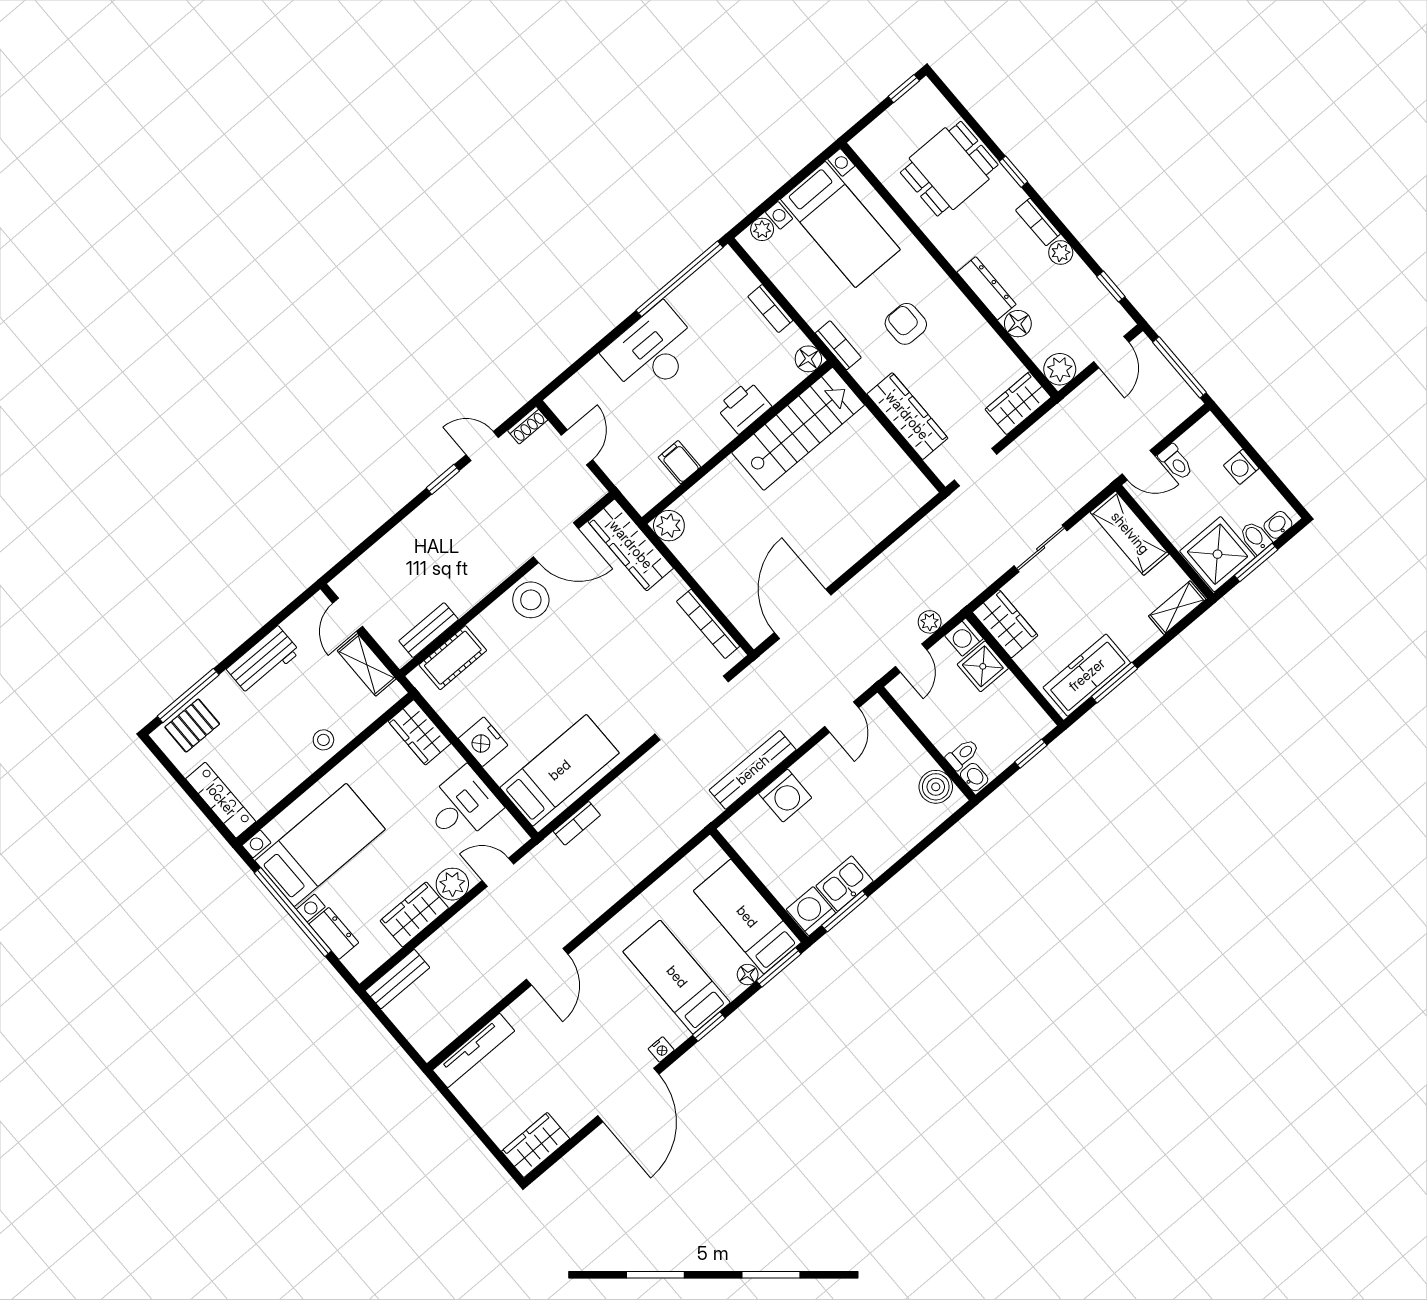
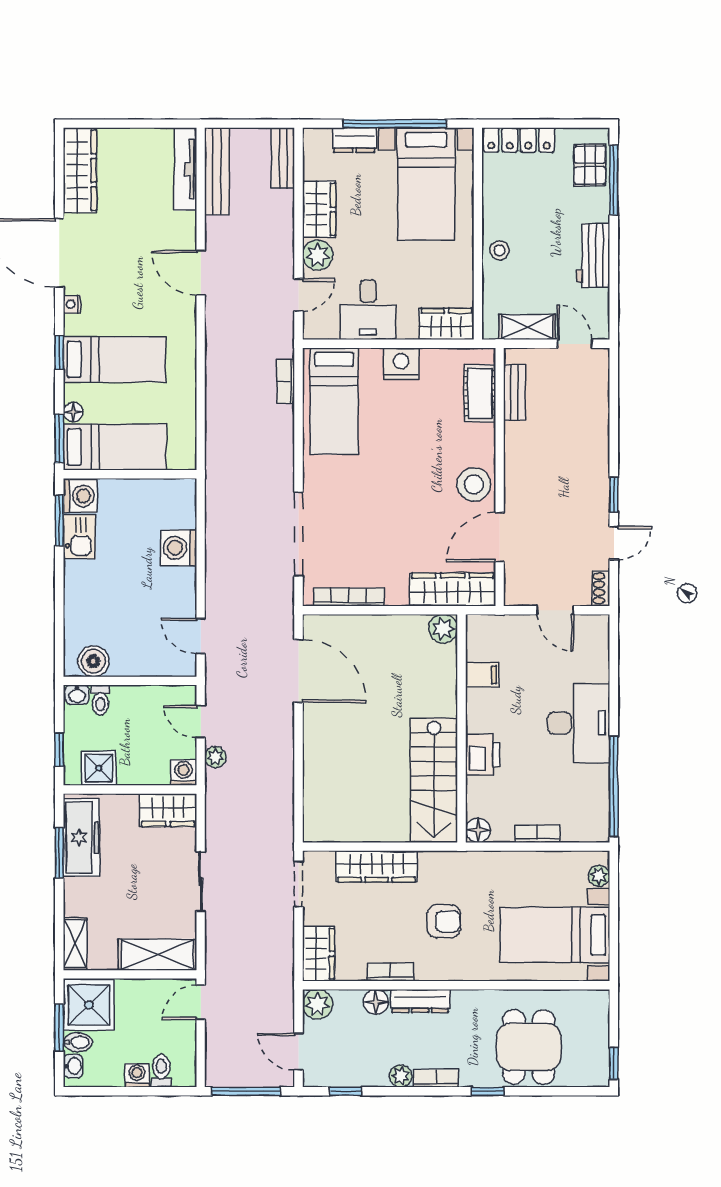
bookcase: (838, 345) -> (390, 972), moved, turned 180
toilet: (1176, 462) -> (161, 1071), moved, turned 90
shower: (983, 666) -> (99, 768), moved
bench: (753, 770) -> (217, 171), moved
wardrobe: (536, 1145) -> (80, 170), width x1.50

